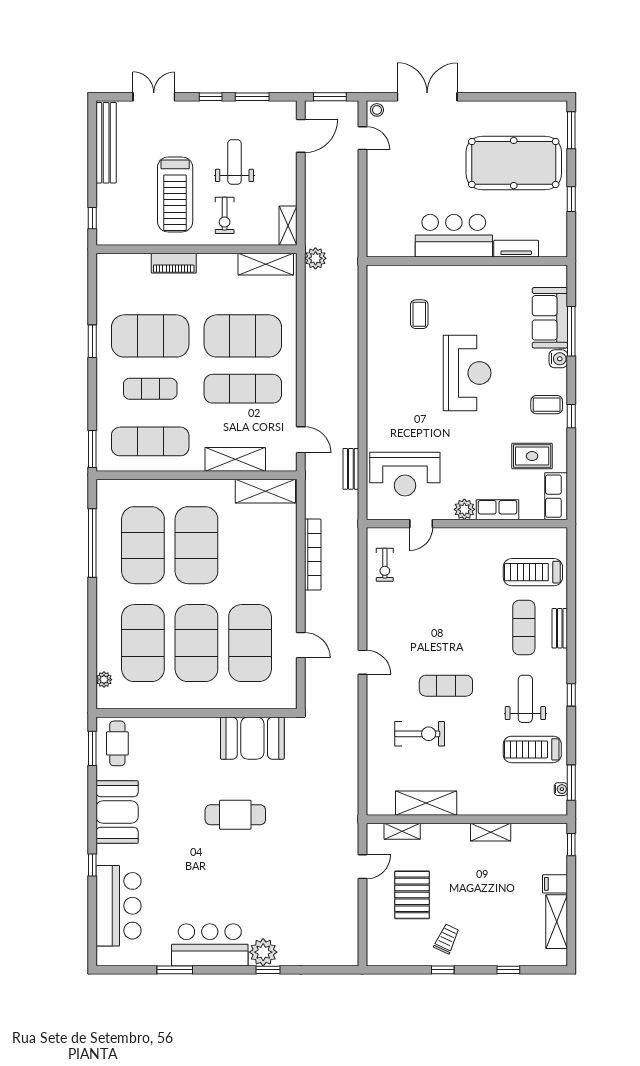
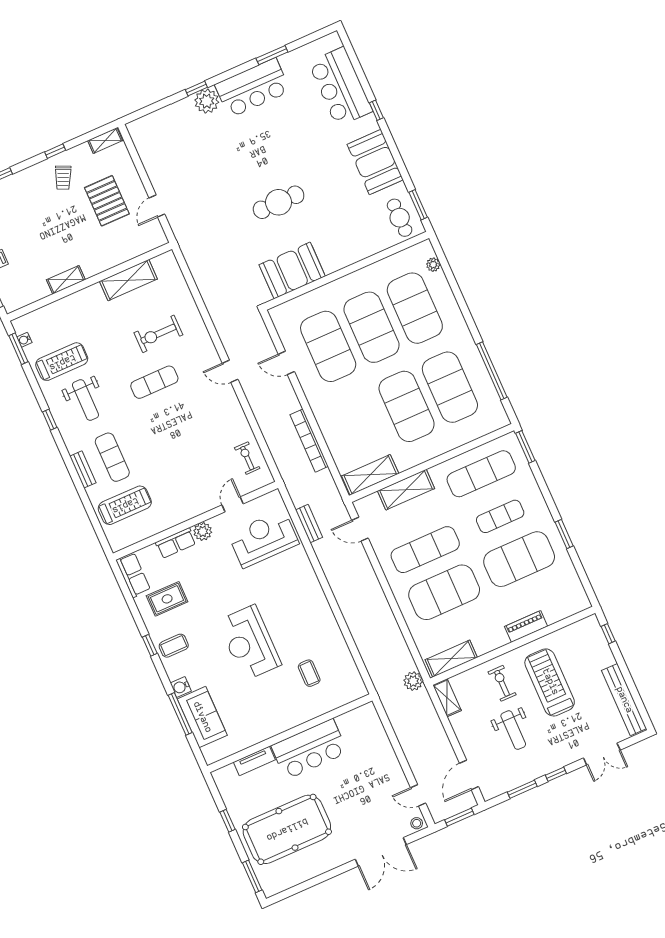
shelving: (402, 831) -> (105, 141), moved

